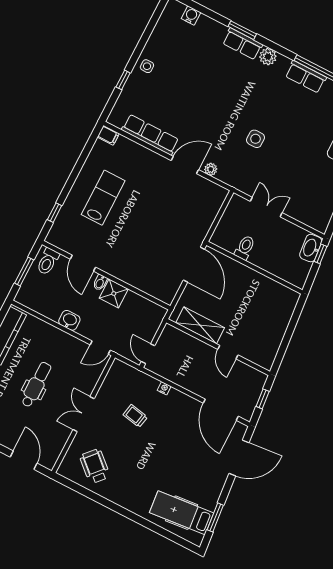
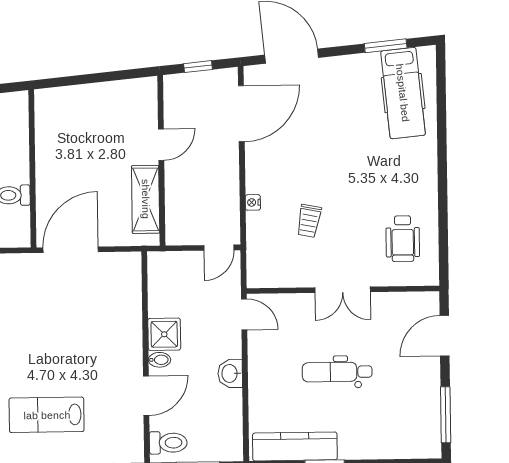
wheelchair: (95, 466) -> (403, 239), turned -42

